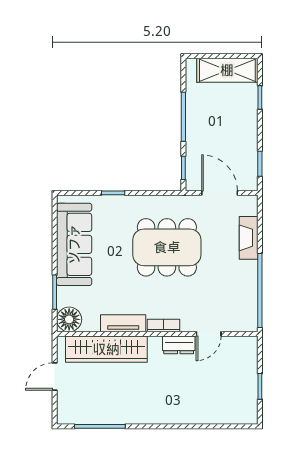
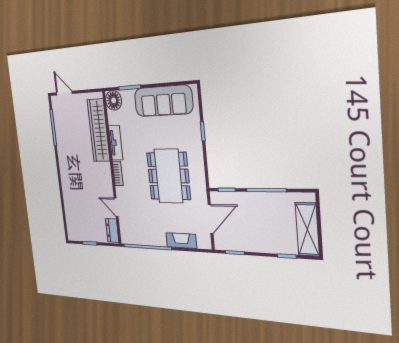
dresser: (179, 345) -> (112, 230), moved
door: (55, 377) -> (64, 93), moved

